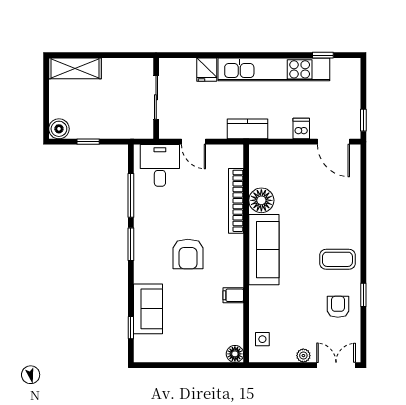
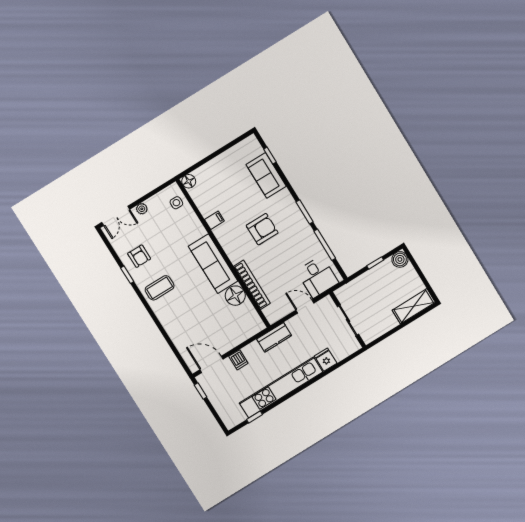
armchair: (188, 254) -> (262, 229), turned 90

